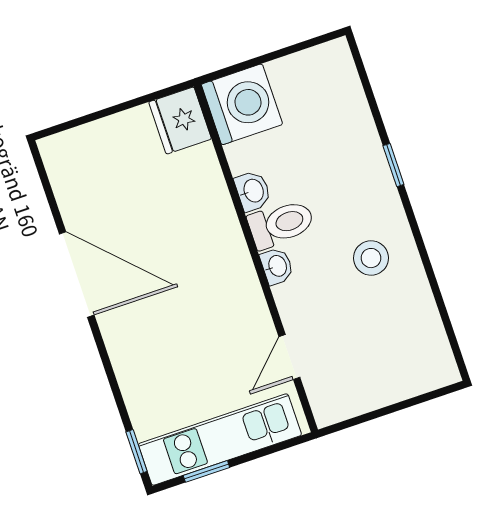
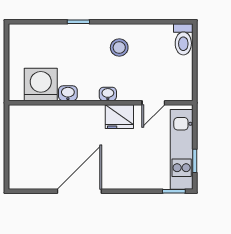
washing machine: (242, 104) -> (41, 84), moved
fridge: (180, 120) -> (119, 117), moved
toilet: (281, 224) -> (183, 39), moved, turned 180
door: (289, 357) -> (153, 103), hinge flipped

